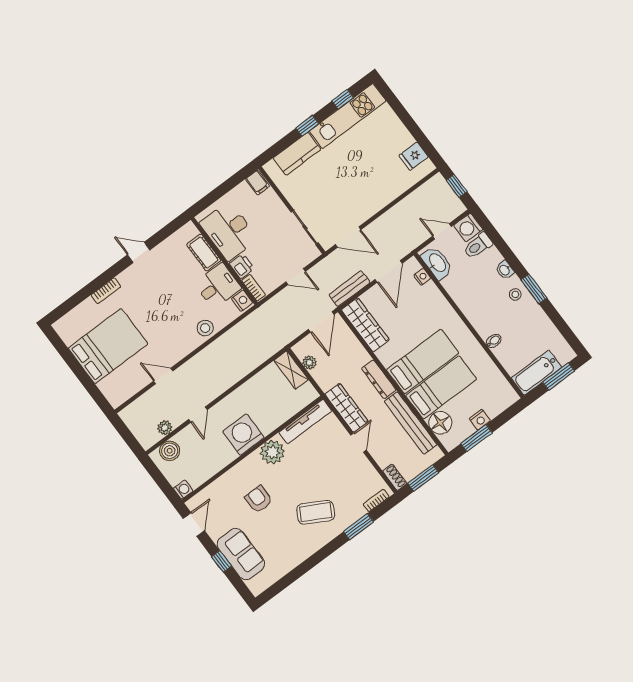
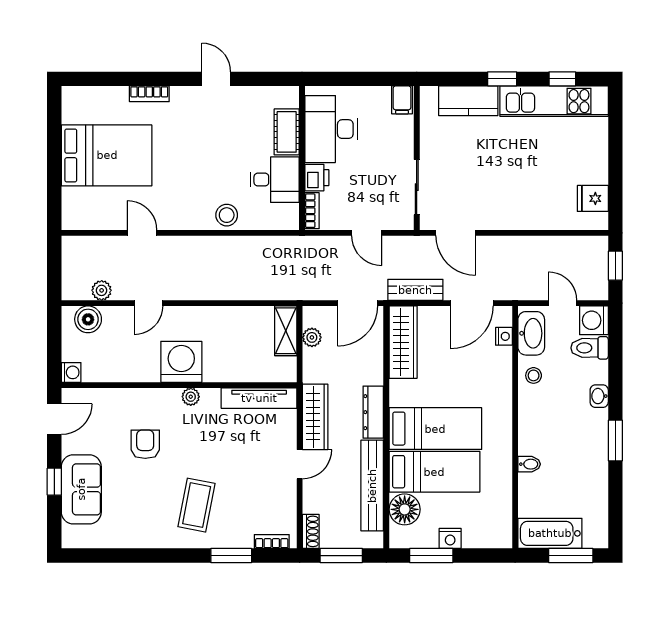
stool: (515, 294) -> (534, 375), moved
nightstand: (242, 301) -> (289, 215), removed
plant: (272, 452) -> (191, 397), width x0.53, depth x0.53
coffee table: (316, 512) -> (197, 505), turned 72

